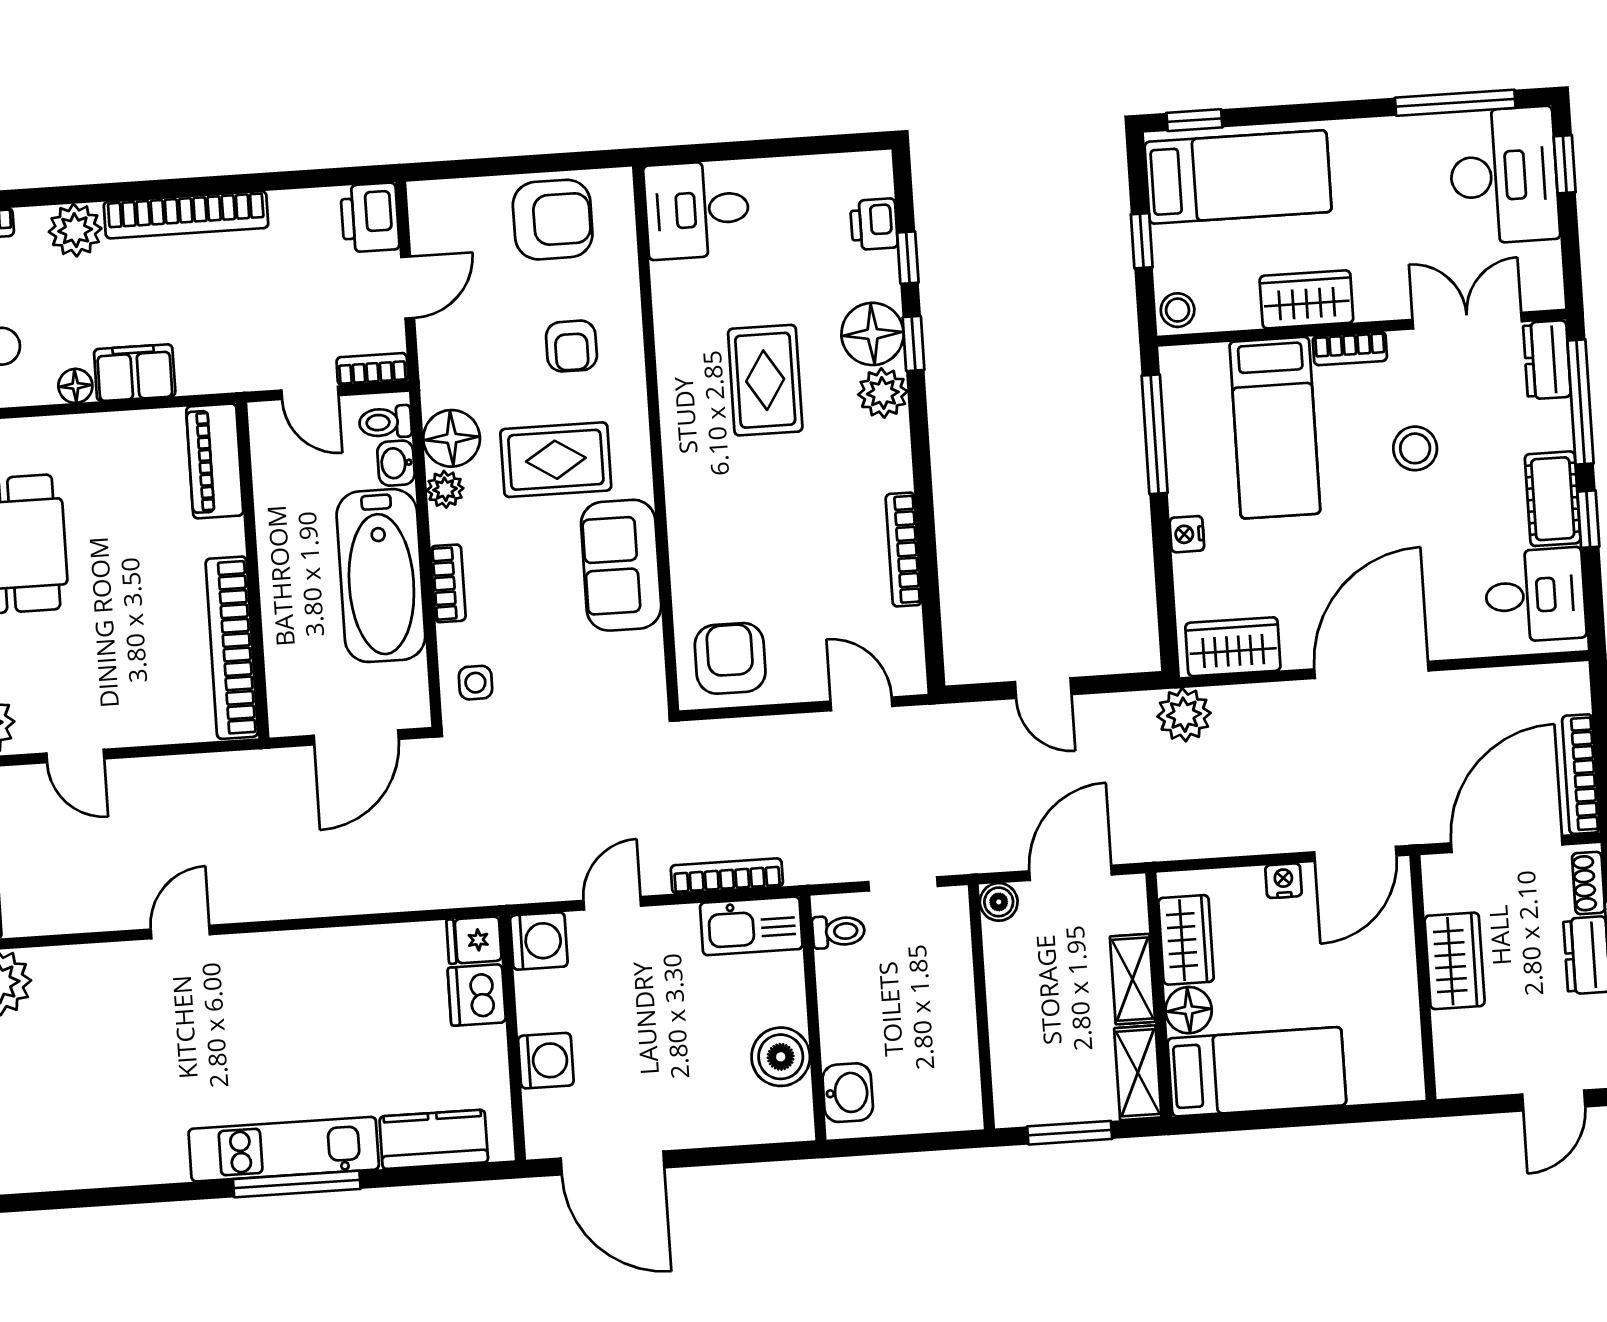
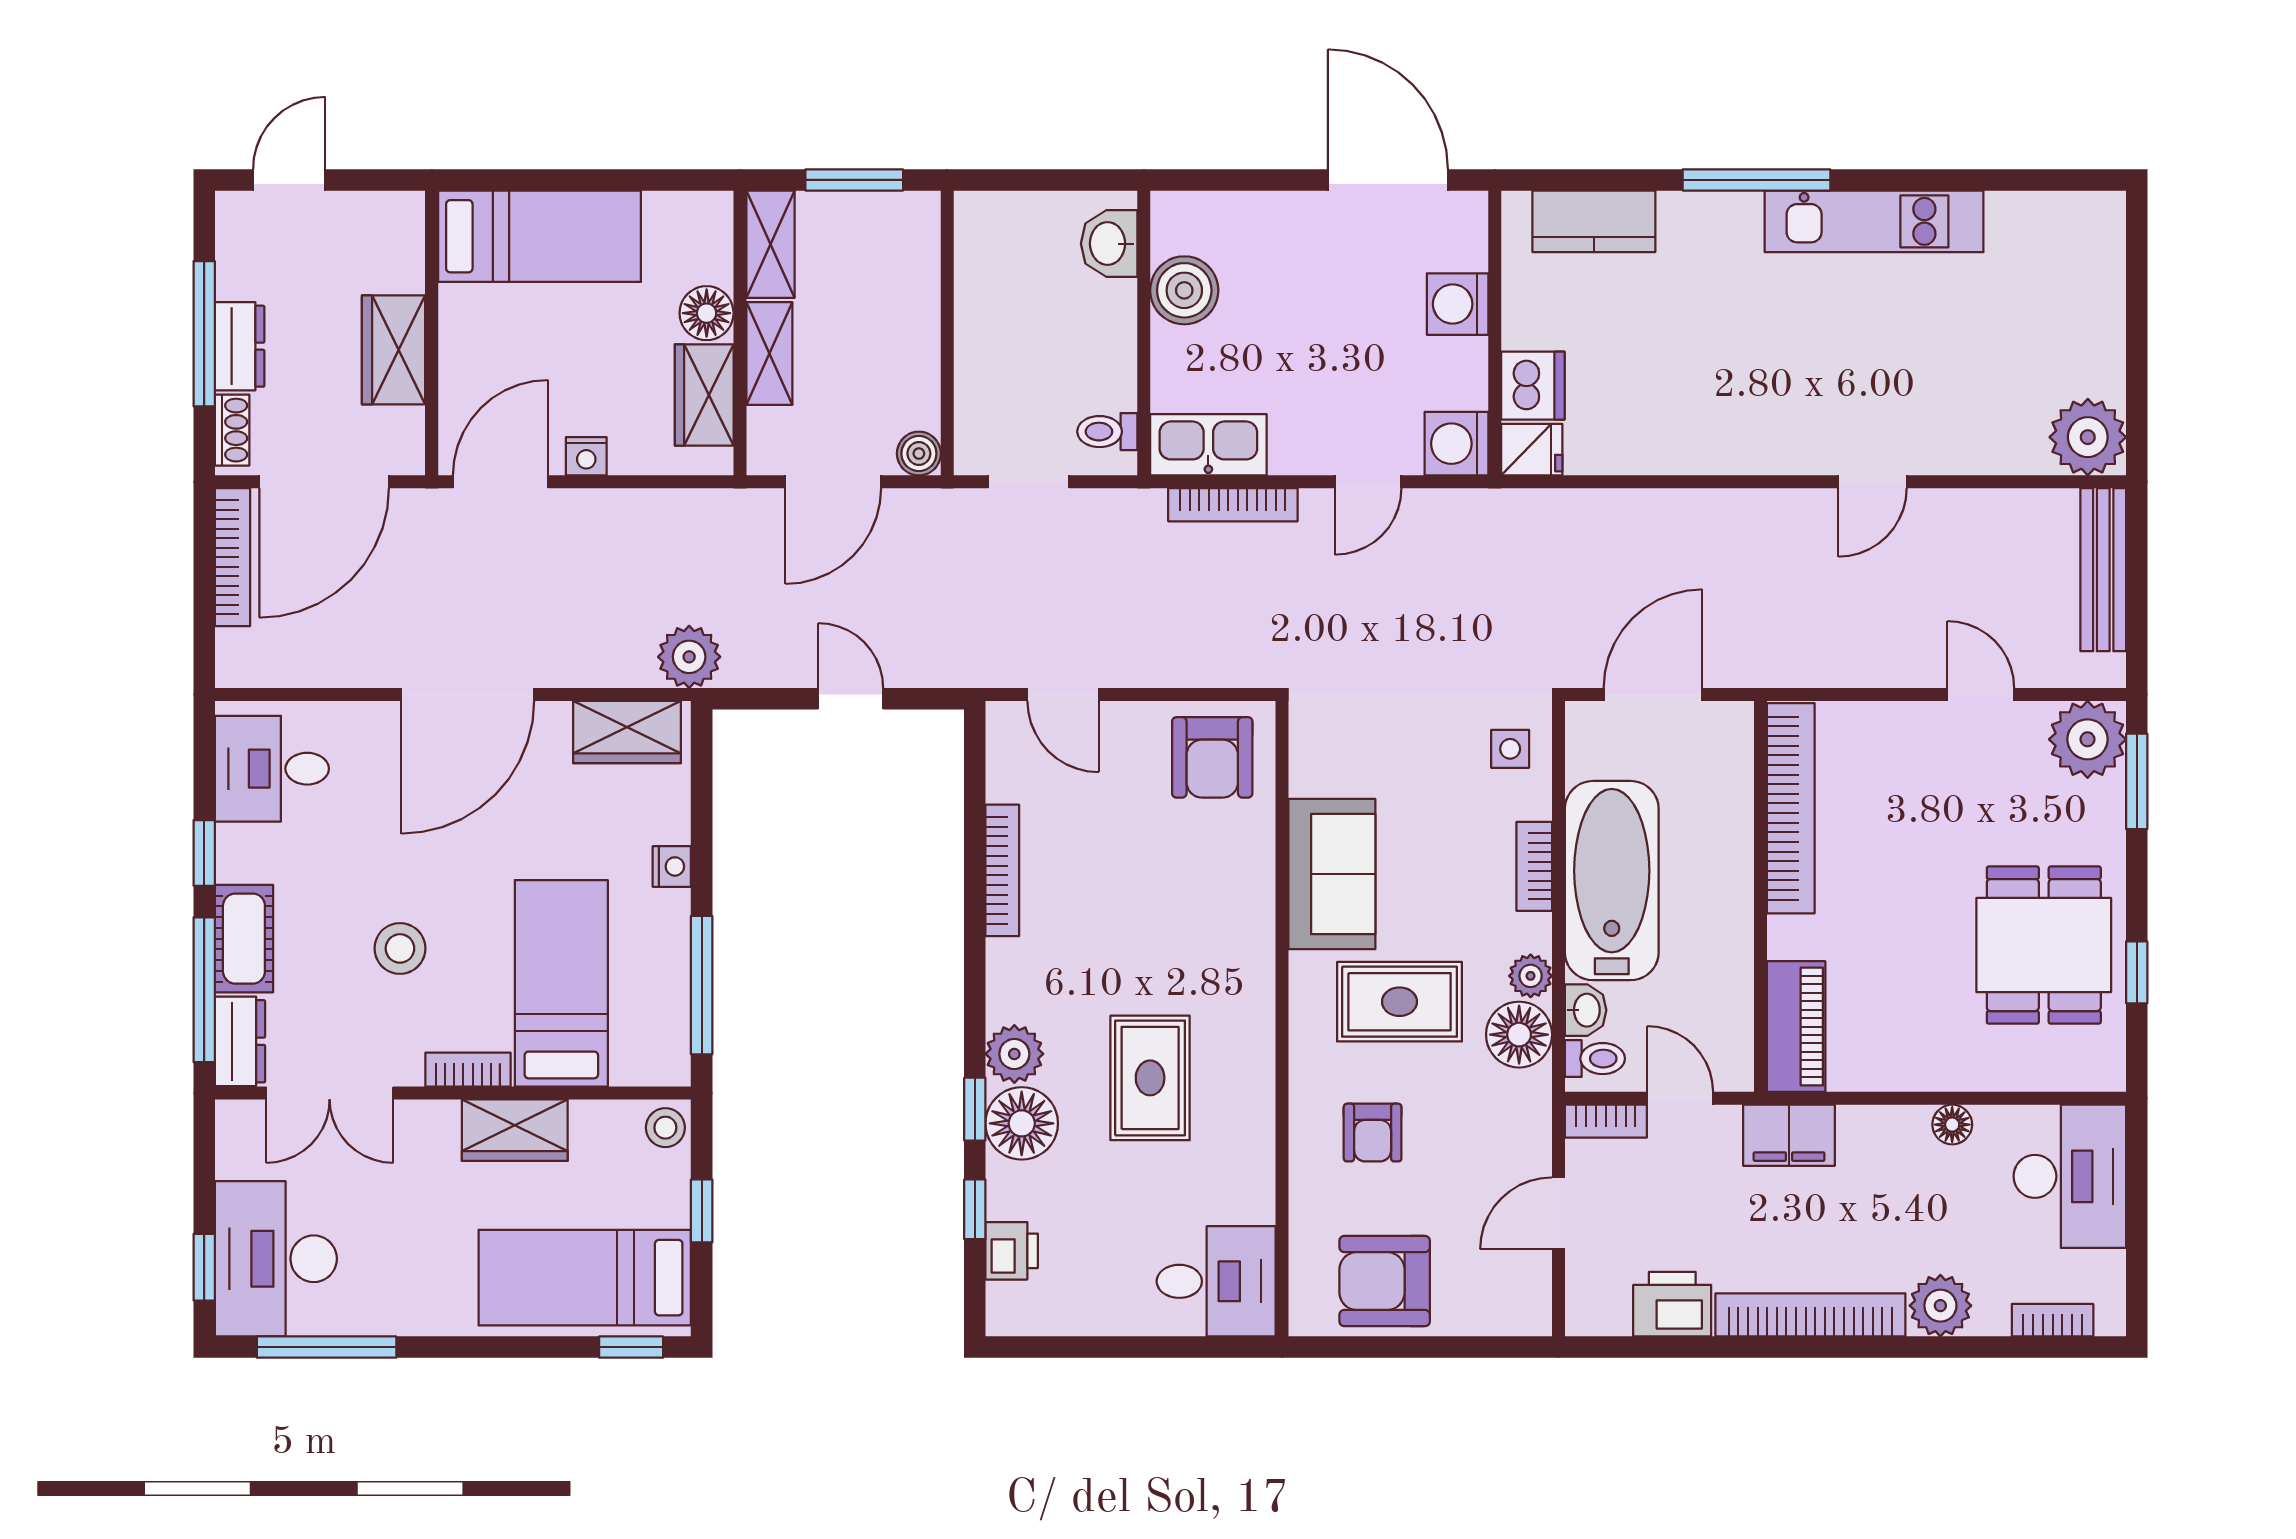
printer: (370, 218) -> (1672, 1304), moved, turned -90
armchair: (571, 346) -> (1373, 1133), turned 180
filing cabinet: (135, 373) -> (1789, 1135), moved
cot: (1553, 499) -> (244, 939), moved
bed: (1257, 1072) -> (539, 236), moved, turned 180
kitchen unit: (284, 1149) -> (1874, 221), moved

